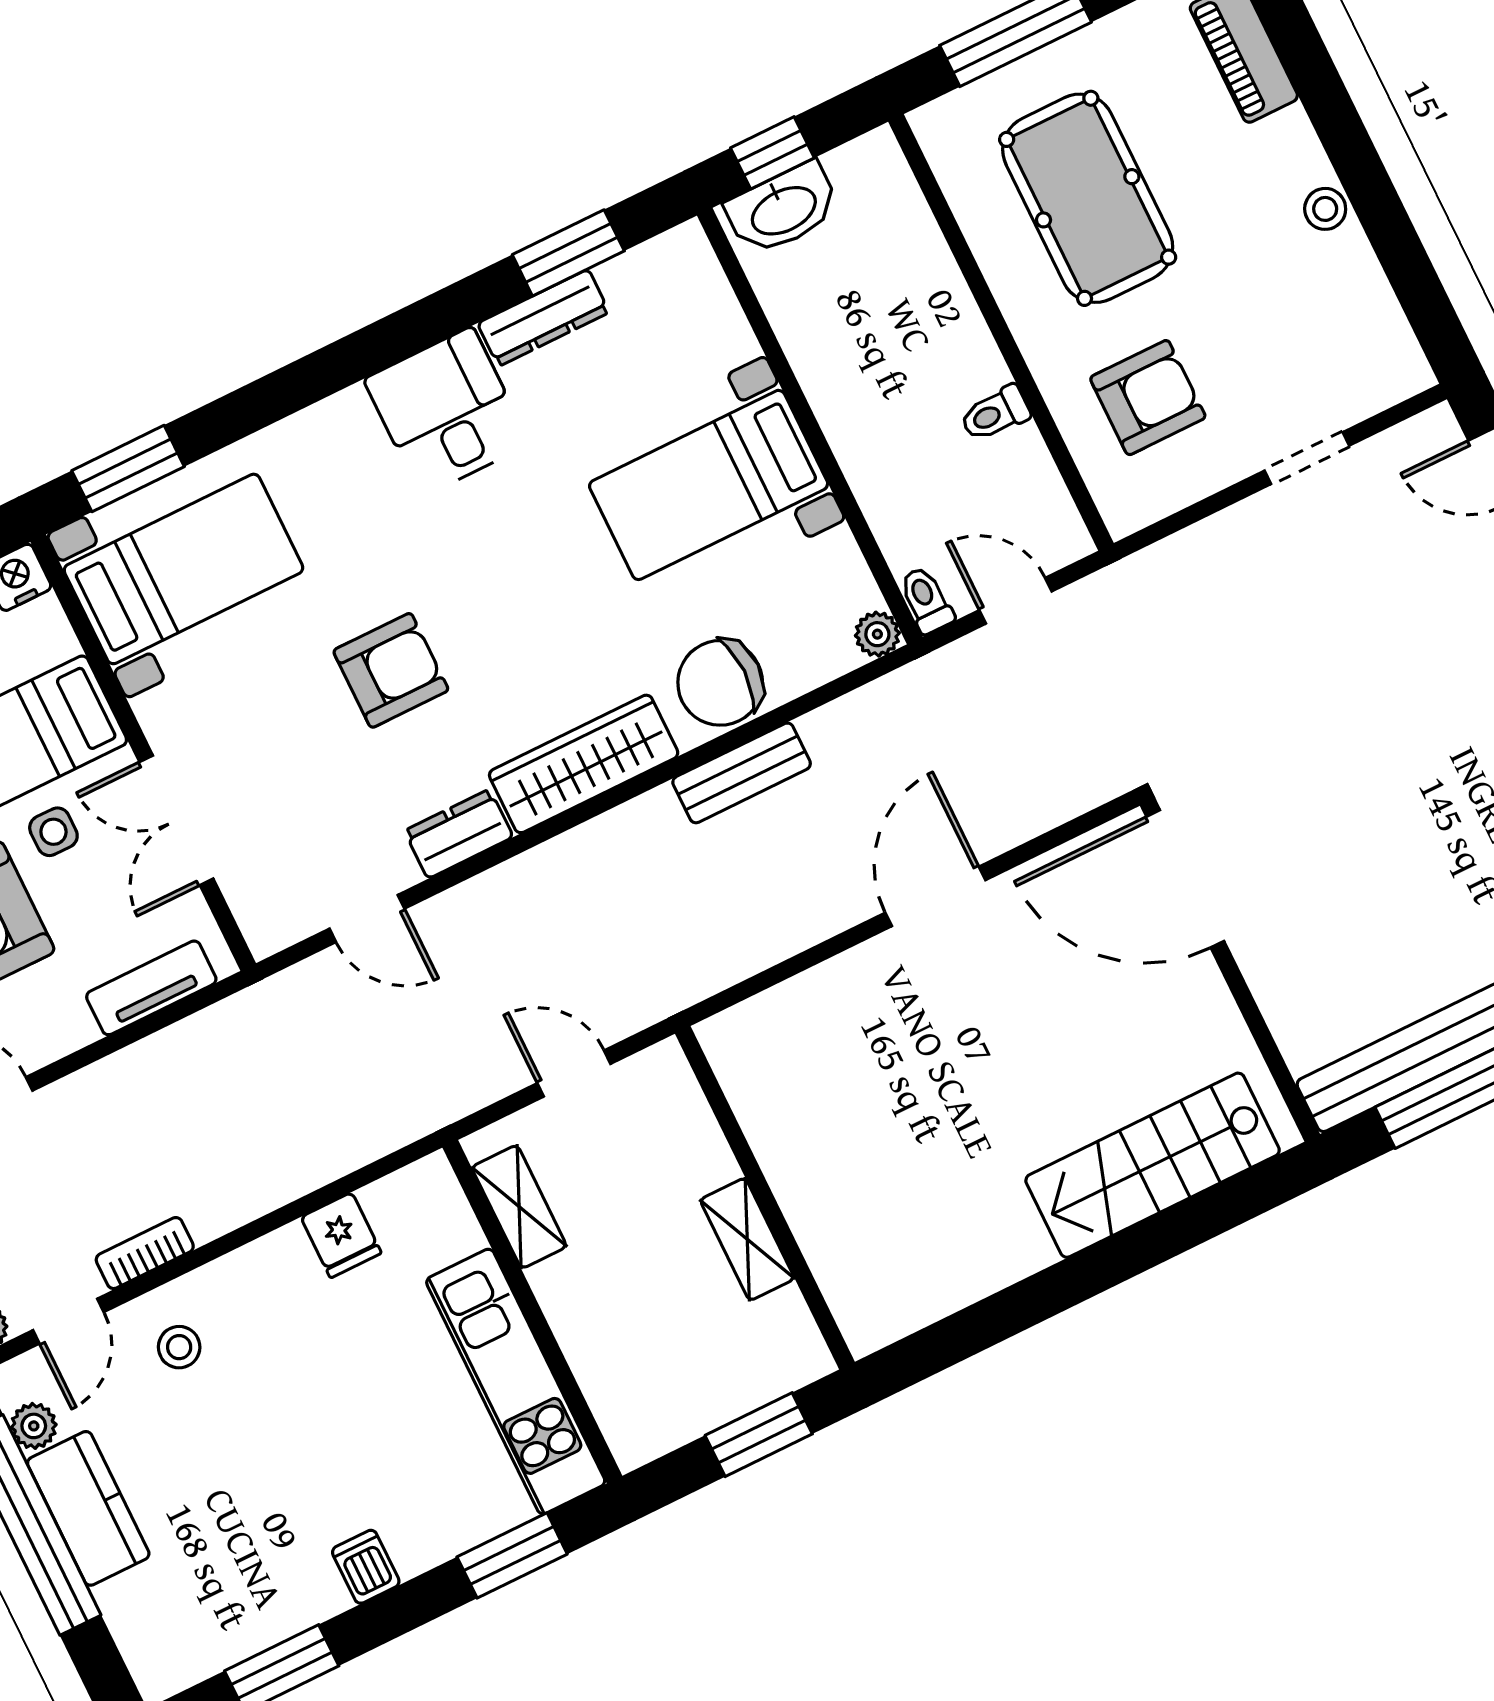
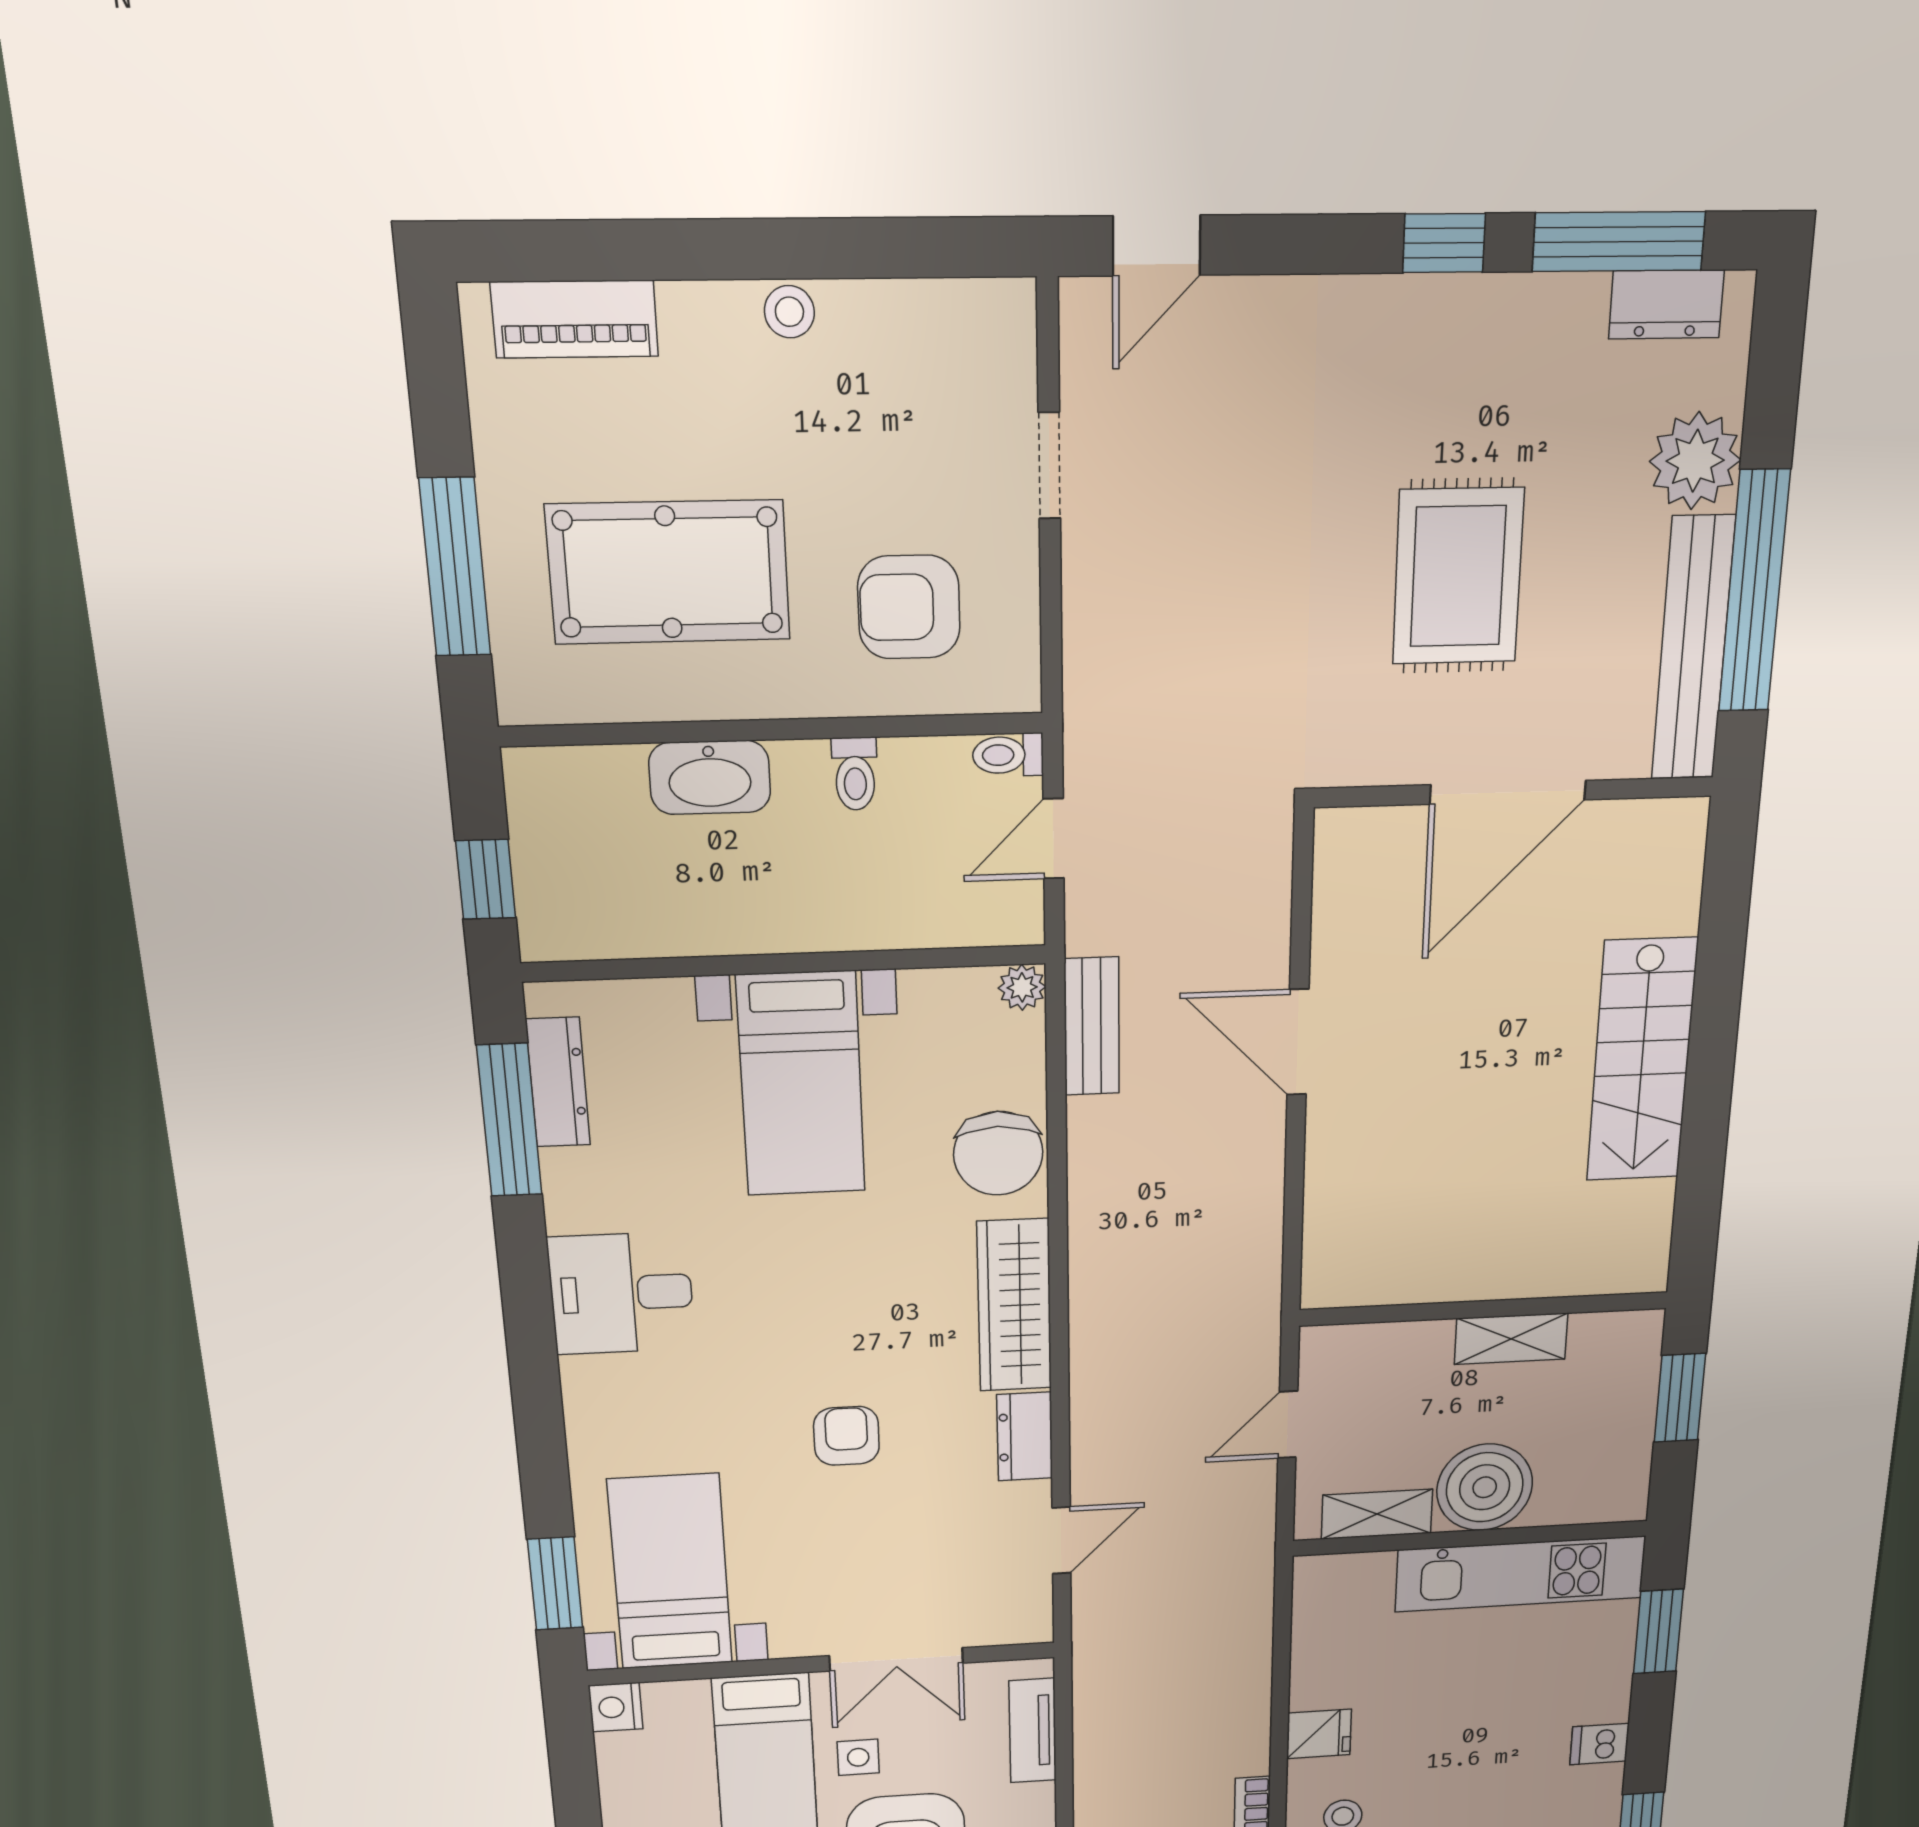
washbasin: (783, 209) -> (710, 777), moved, turned 90
window: (568, 253) -> (509, 1120), width x1.44
dresser: (543, 318) -> (558, 1082), moved
armchair: (1148, 398) -> (909, 607), turned -90
toilet: (926, 600) -> (1008, 755), moved
armchair: (391, 670) -> (846, 1436), width x0.72, depth x0.72
bench: (742, 773) -> (1092, 1026), moved
rug: (1377, 828) -> (1458, 576), added
door: (1185, 879) -> (1508, 792), moved
stairs: (1153, 1165) -> (1642, 1060), moved
fridge: (341, 1235) -> (1319, 1734), moved
boiler: (590, 1296) -> (1485, 1487), added

